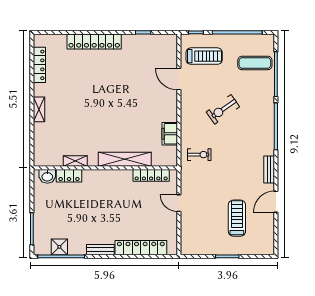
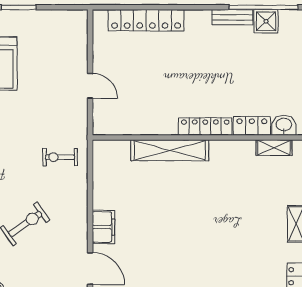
filing cabinet: (170, 134) -> (103, 227), moved
shelving: (75, 161) -> (274, 148), moved
locker: (151, 175) -> (205, 126), moved
bench: (100, 250) -> (232, 17), moved

